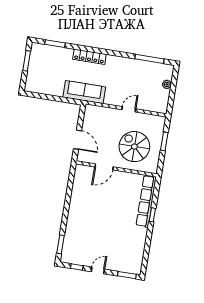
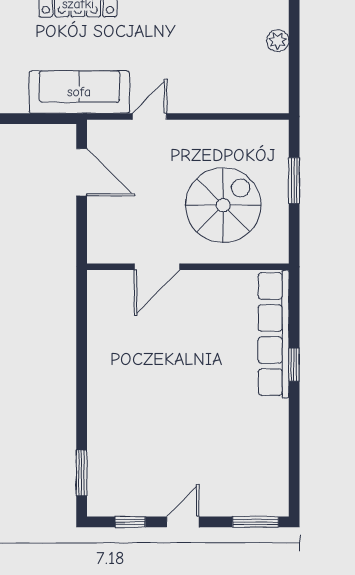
door: (129, 109) -> (149, 117), moved
door: (78, 140) -> (82, 172), moved
spiral stairs: (134, 147) -> (223, 205), turned 90

